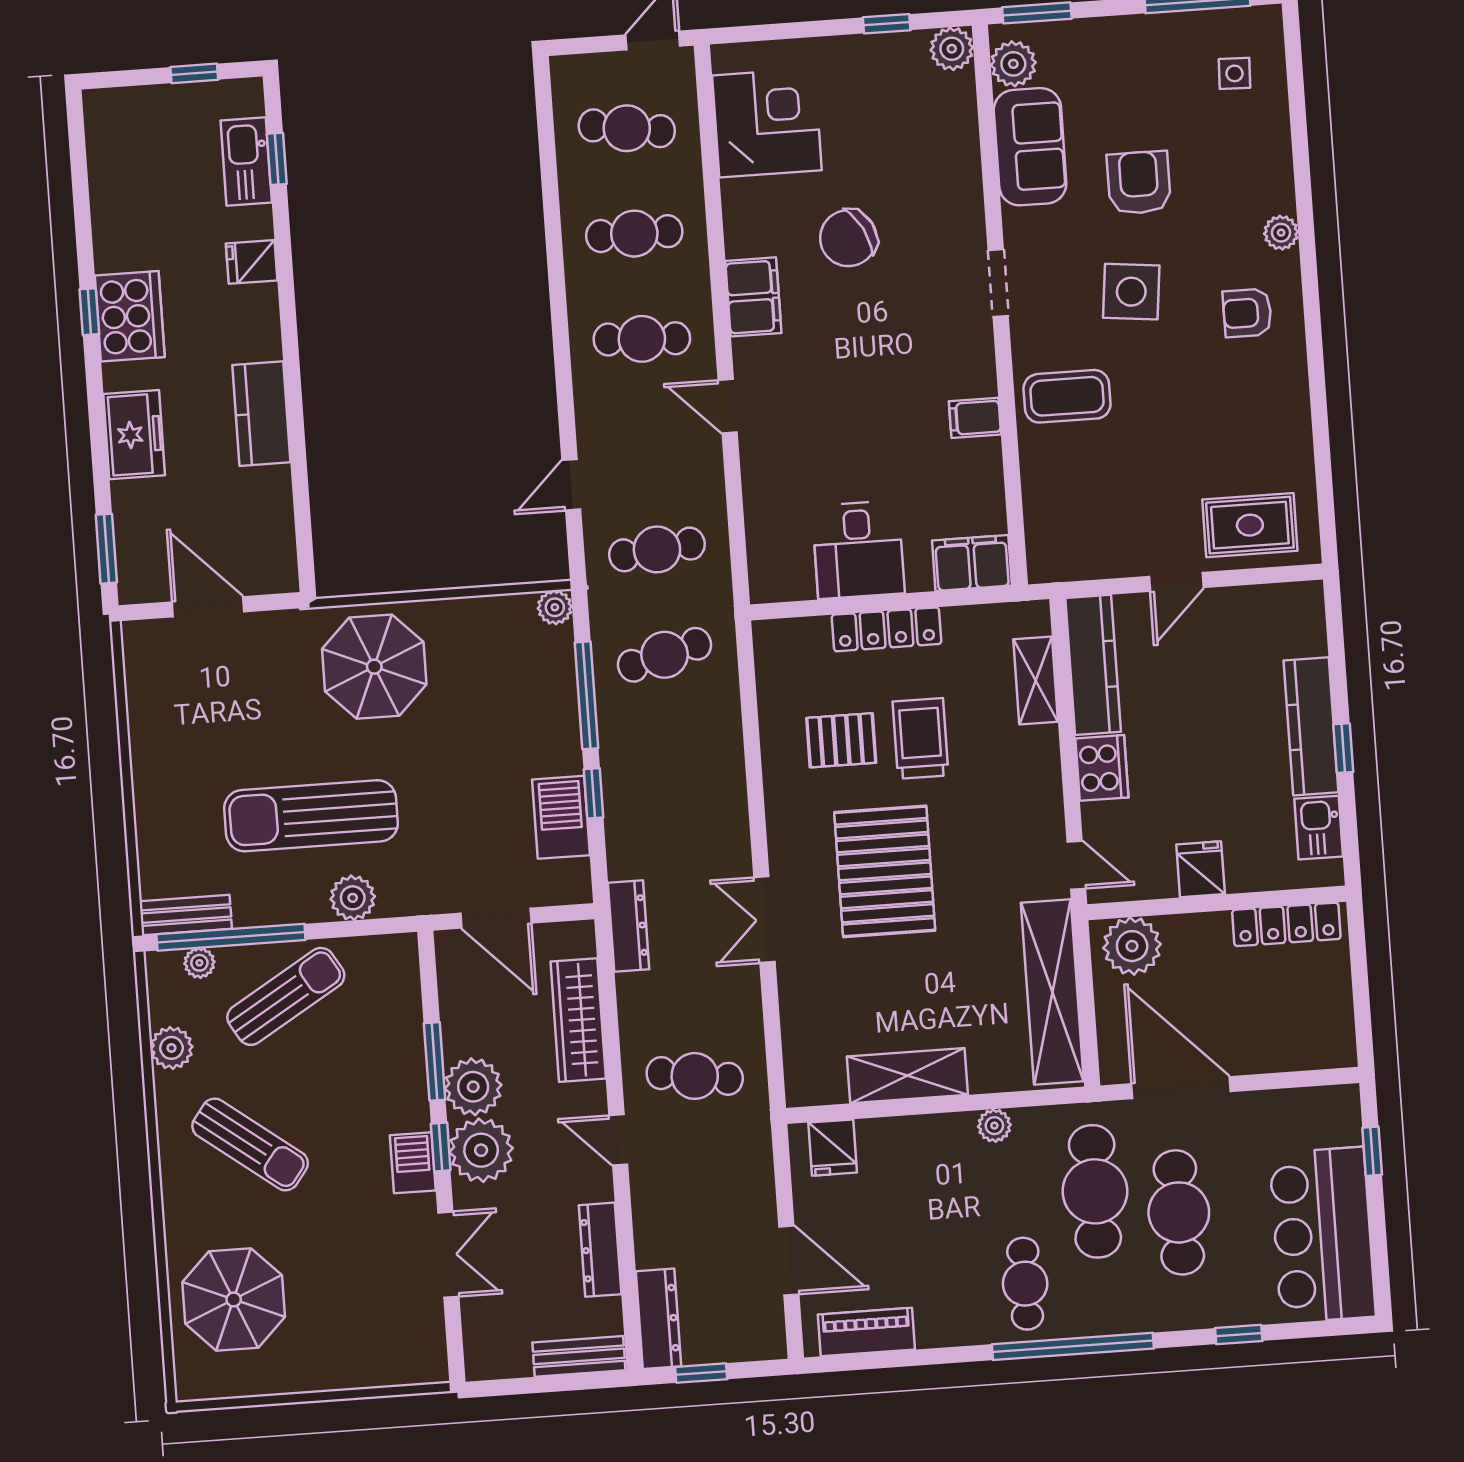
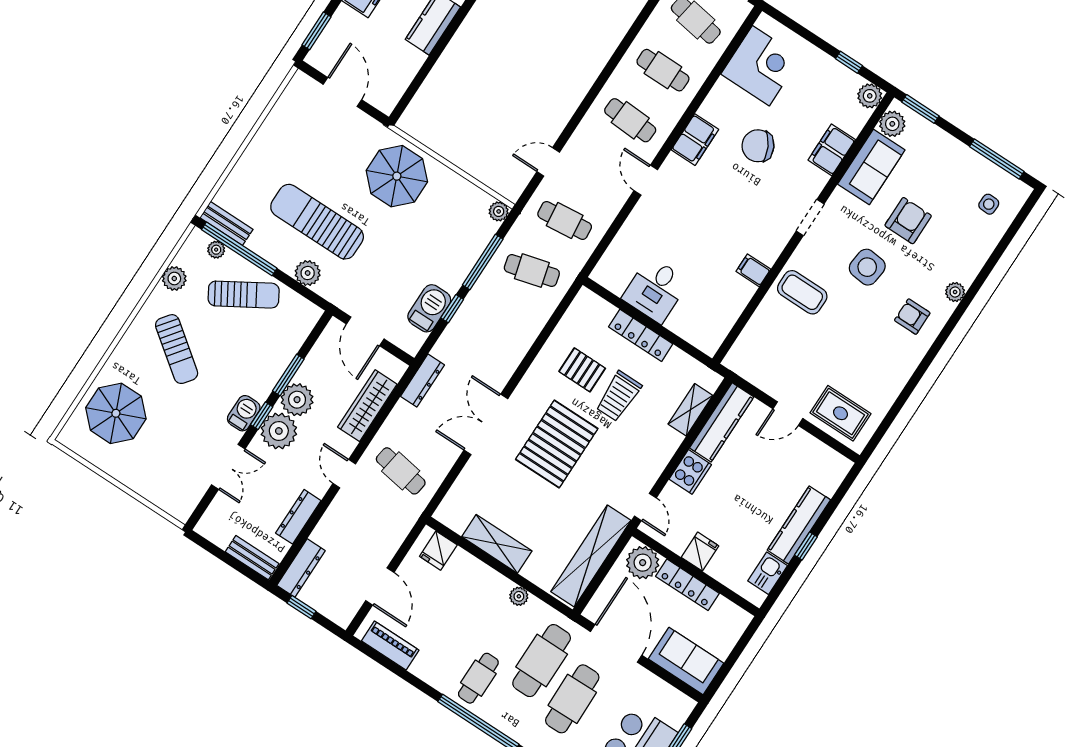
filing cabinet: (972, 563) -> (832, 150), moved, turned -90
trolley: (921, 738) -> (619, 396), turned 180
double door: (764, 920) -> (486, 424), width x1.37
locker: (1286, 924) -> (687, 585), moved
sofa: (1298, 1038) -> (686, 661), added

